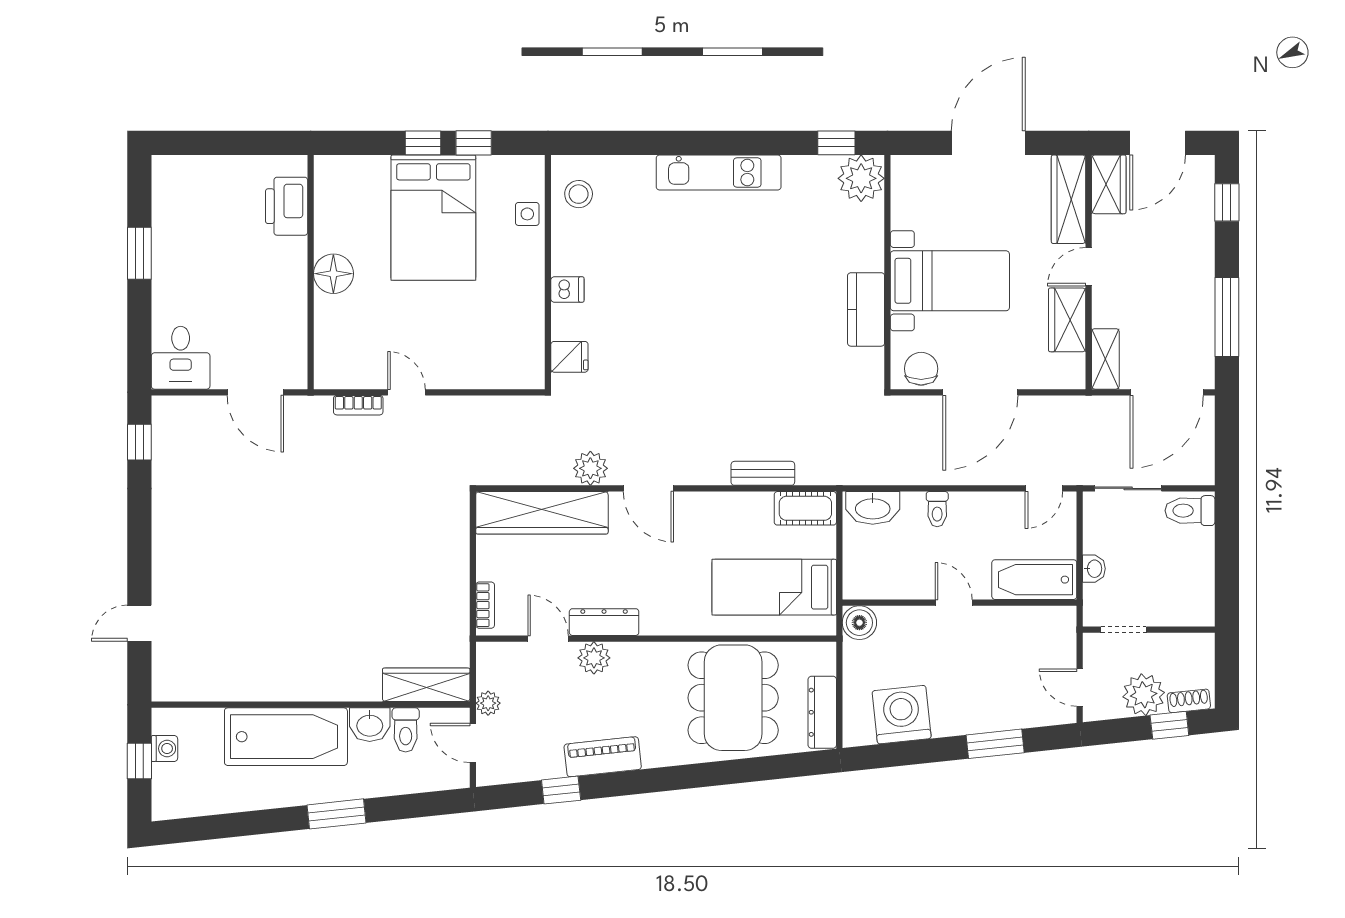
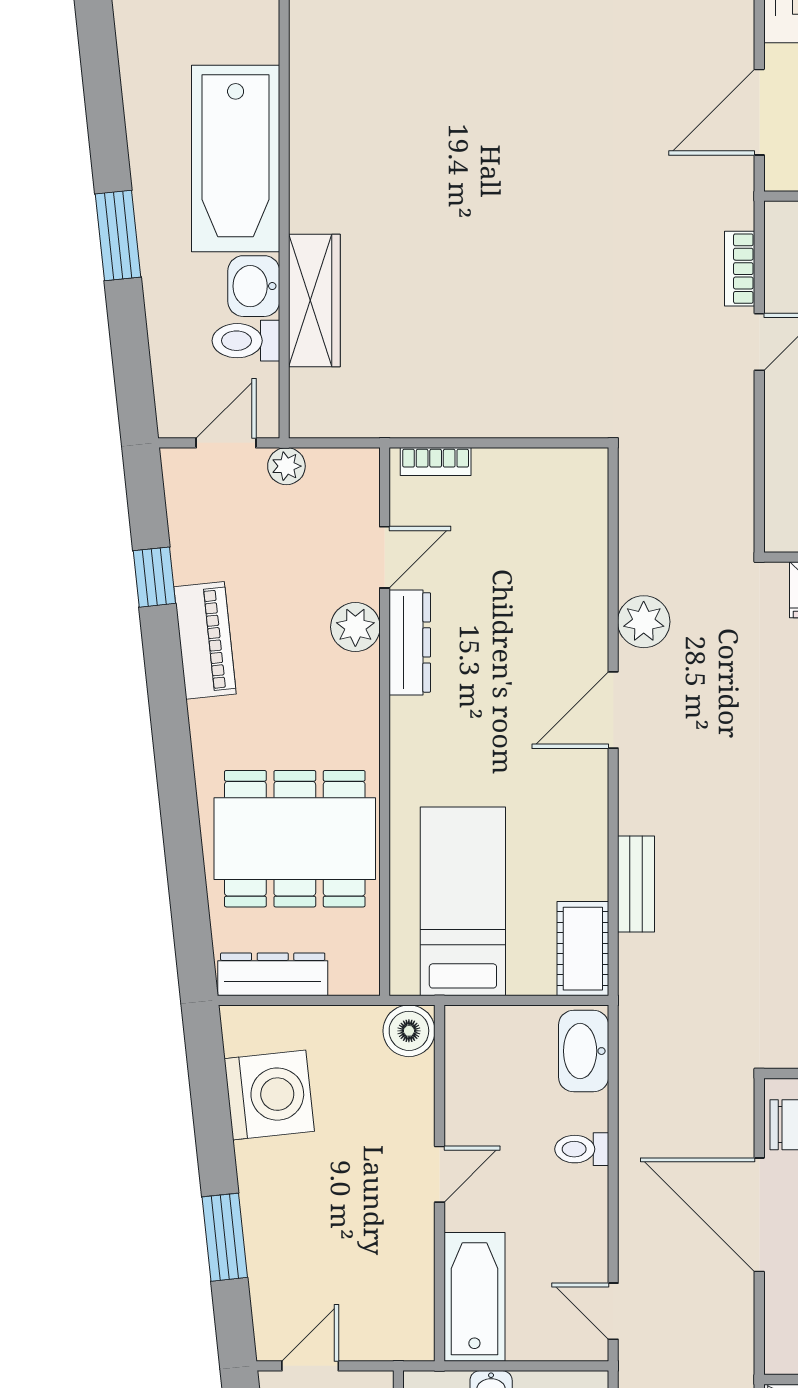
wardrobe: (542, 513) -> (576, 548), removed
wardrobe: (426, 685) -> (314, 301), moved

